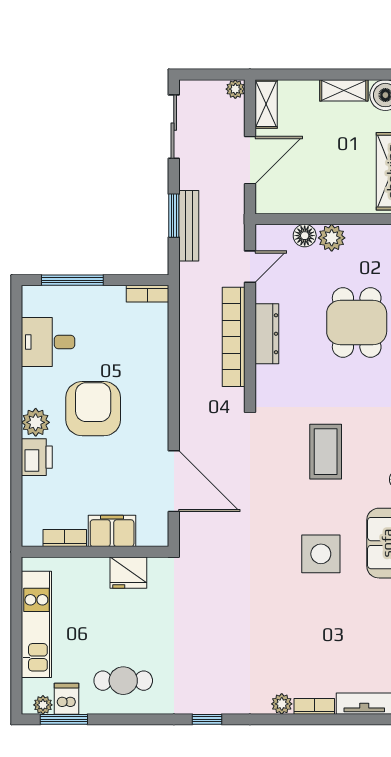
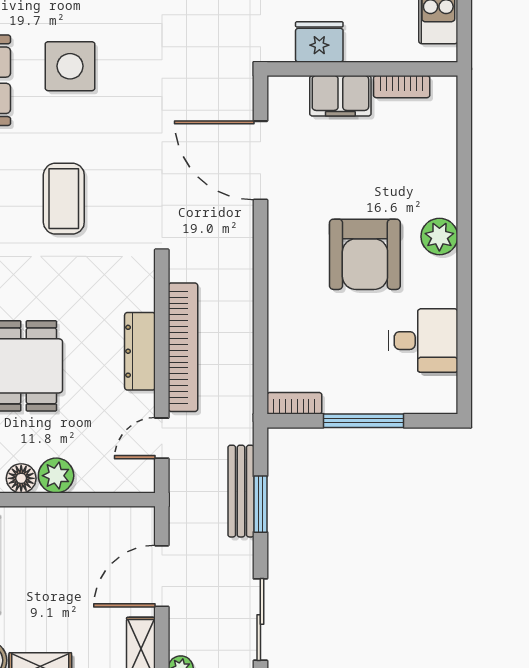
floor lamp: (305, 236) -> (21, 478), moved
window: (72, 280) -> (364, 421), moved
printer: (37, 457) -> (438, 191), removed

